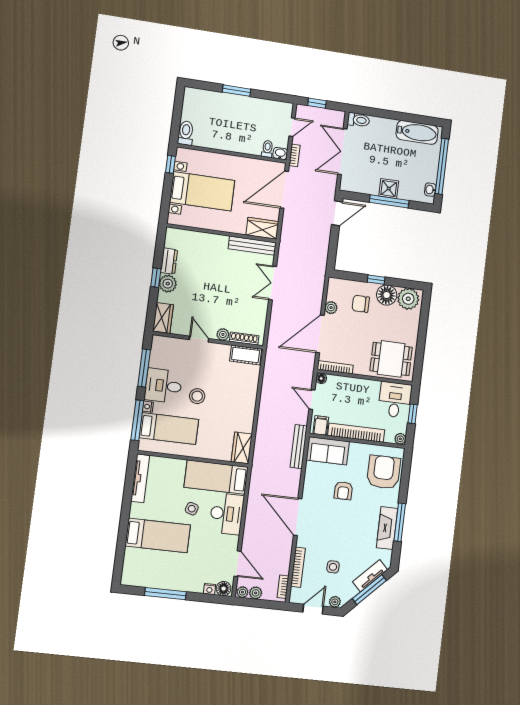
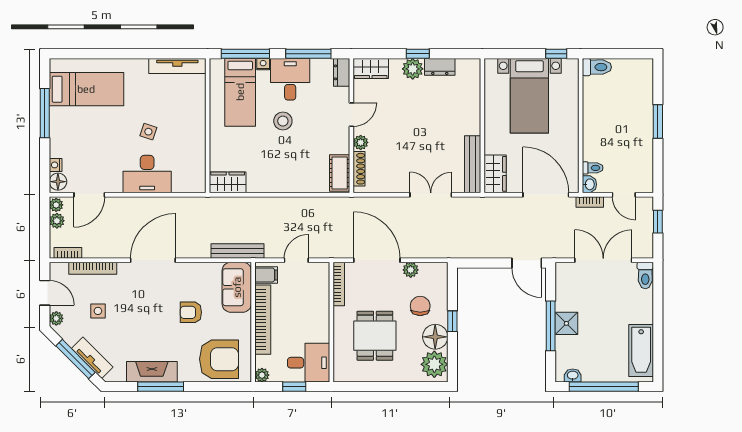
dresser: (163, 343) -> (342, 72), added
dining table: (391, 359) -> (375, 336), moved
floor lamp: (321, 378) -> (323, 268), removed
bed: (216, 477) -> (189, 156), removed
bed: (158, 535) -> (86, 89), moved, turned -90

